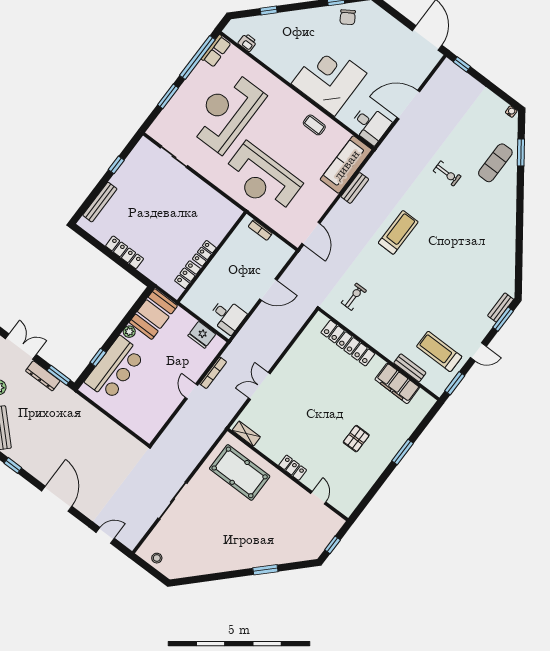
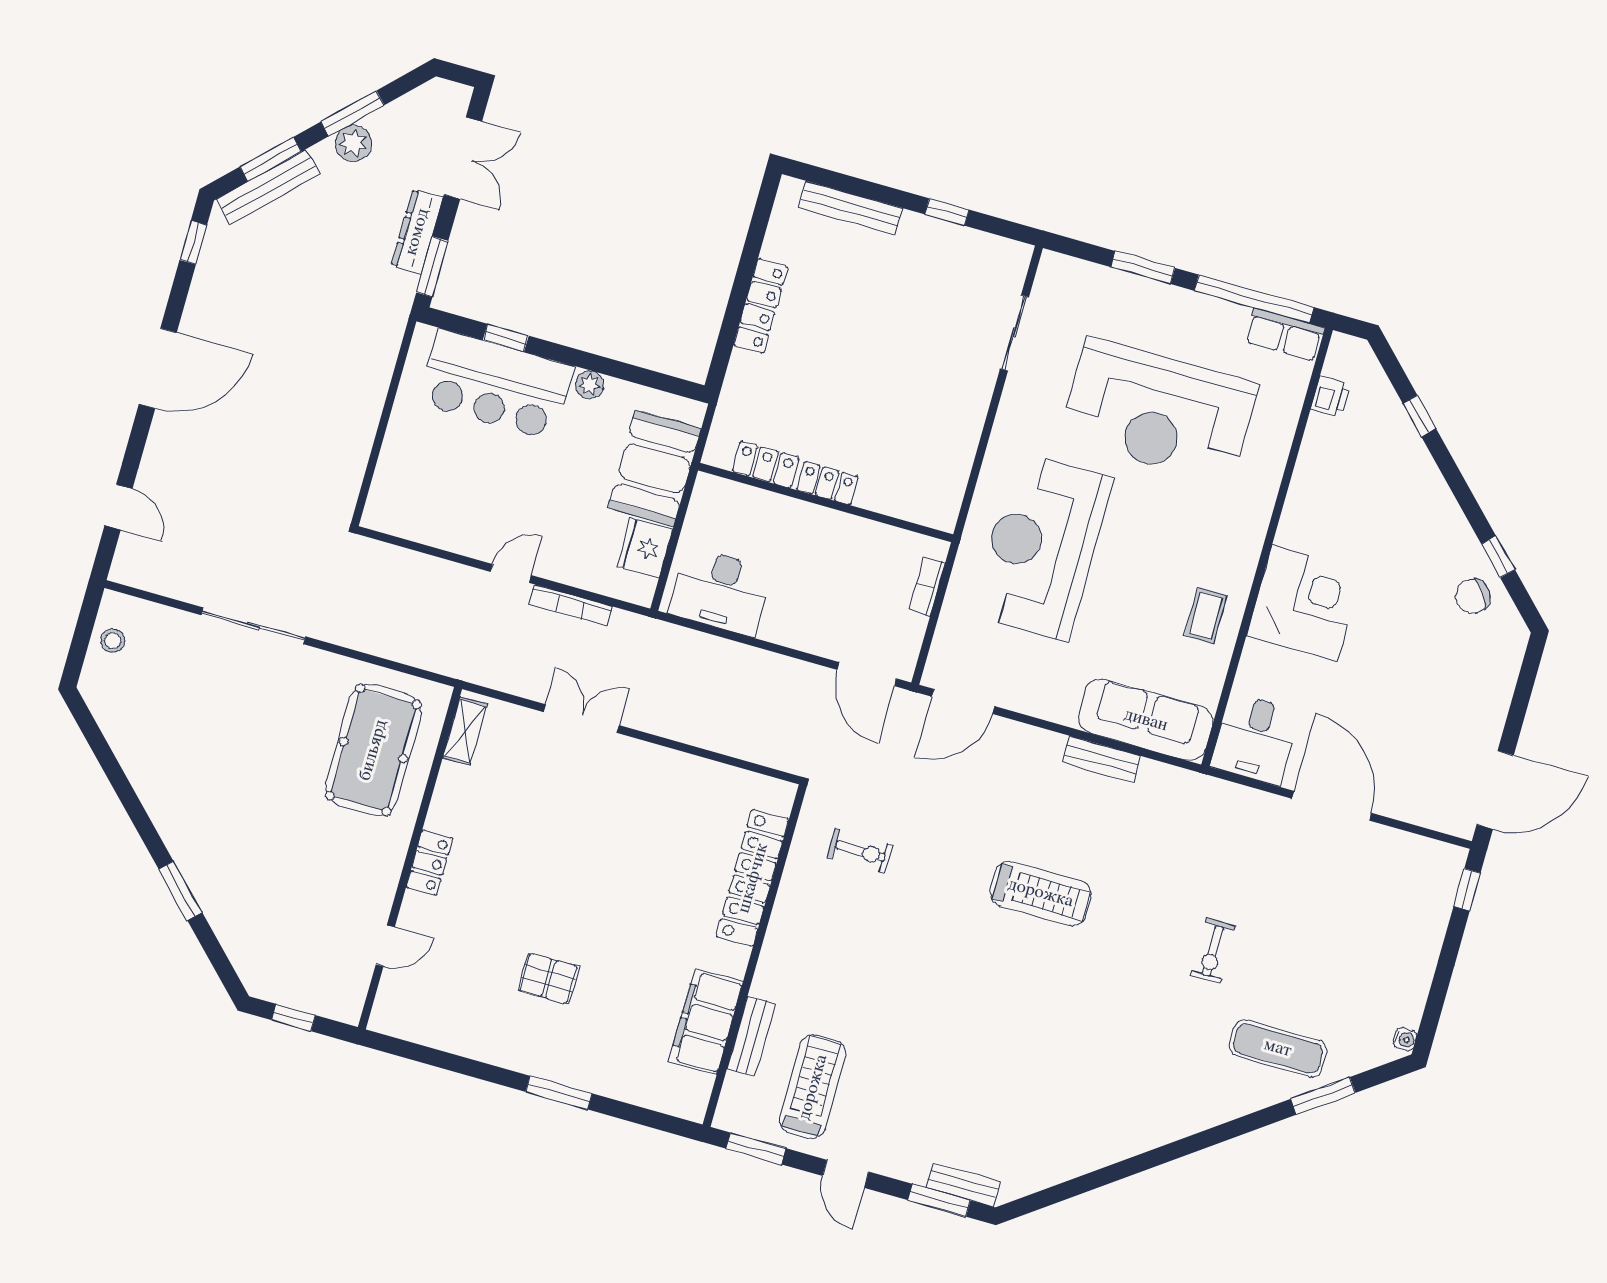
corner desk: (329, 79) -> (1305, 603), width x0.74, depth x0.74
reception desk: (227, 112) -> (1159, 411), turned 180
door: (268, 290) -> (867, 674), moved
booth: (153, 314) -> (655, 468), moved, turned 90
desk: (227, 316) -> (720, 591), width x1.37

